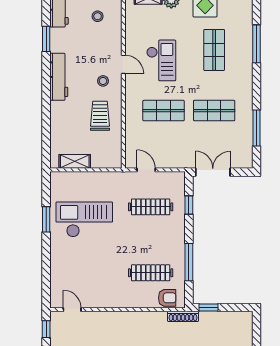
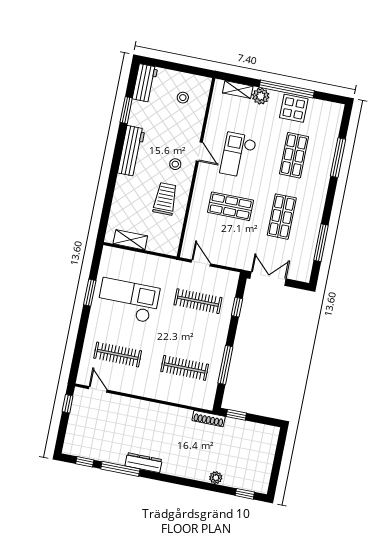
checkout: (161, 60) -> (238, 155), turned 180
shop shelf: (214, 111) -> (282, 217), turned 90
clothes rail: (84, 273) -> (118, 354), added
armchair: (167, 298) -> (196, 397), removed

